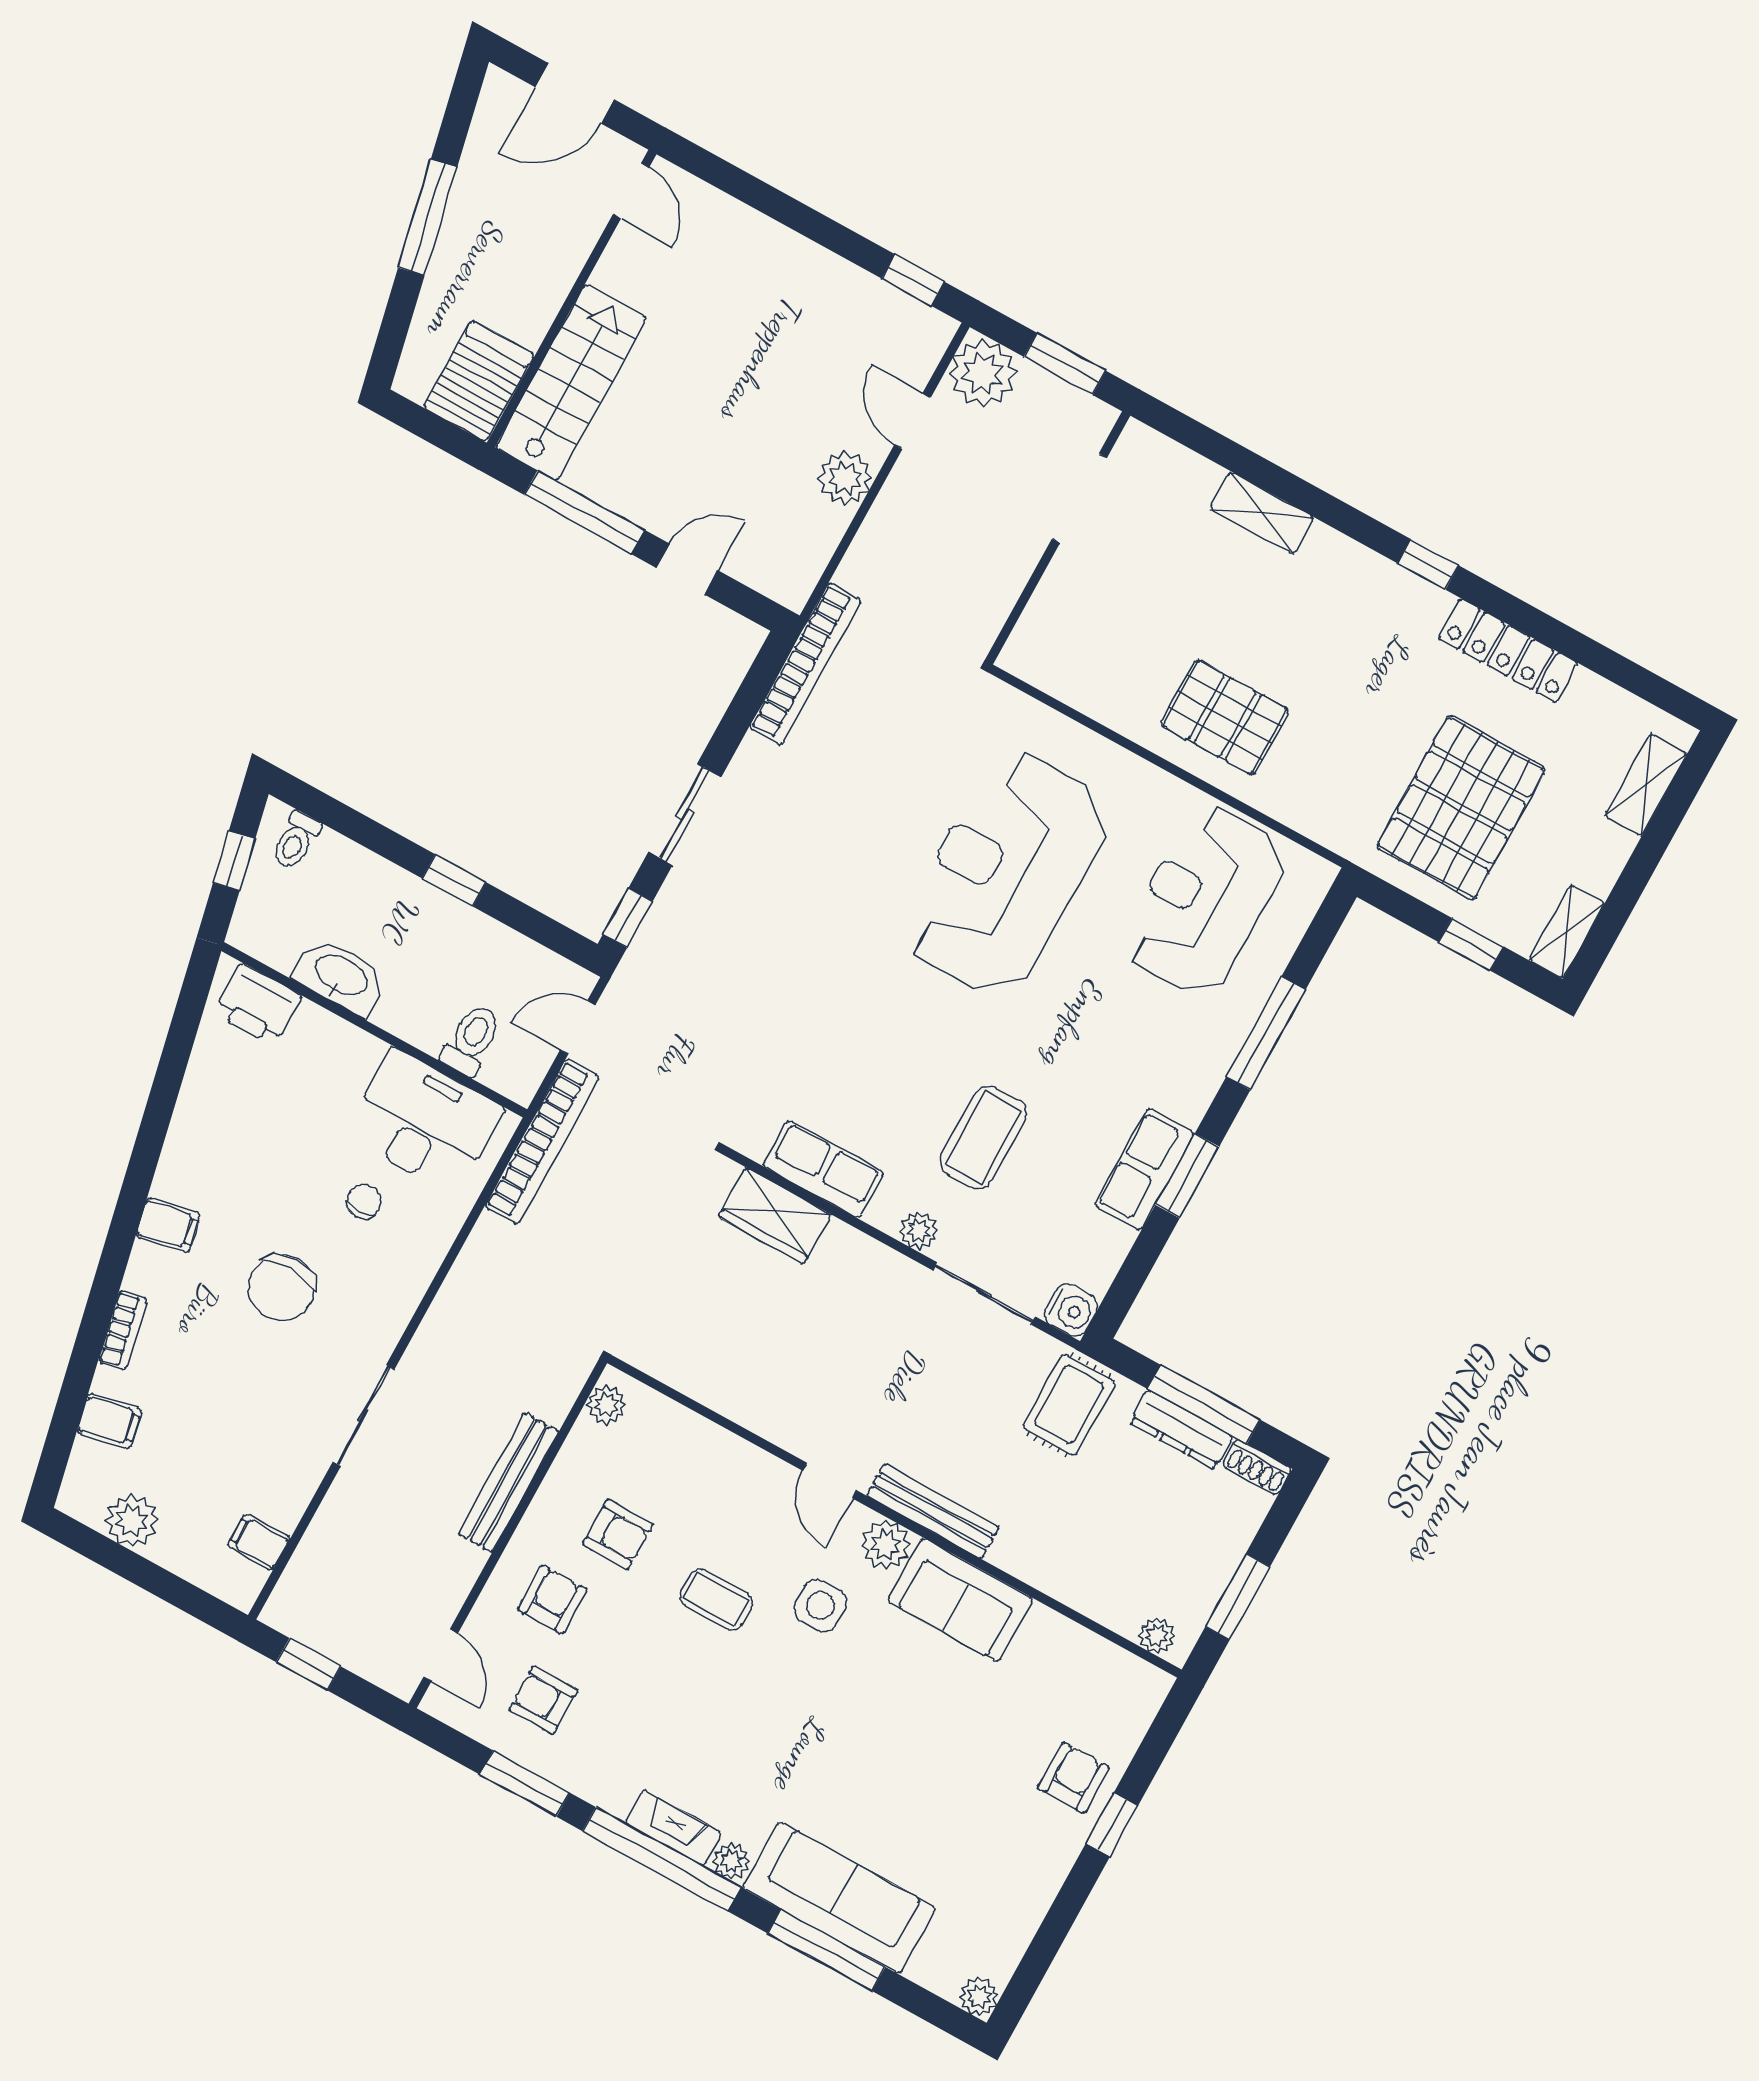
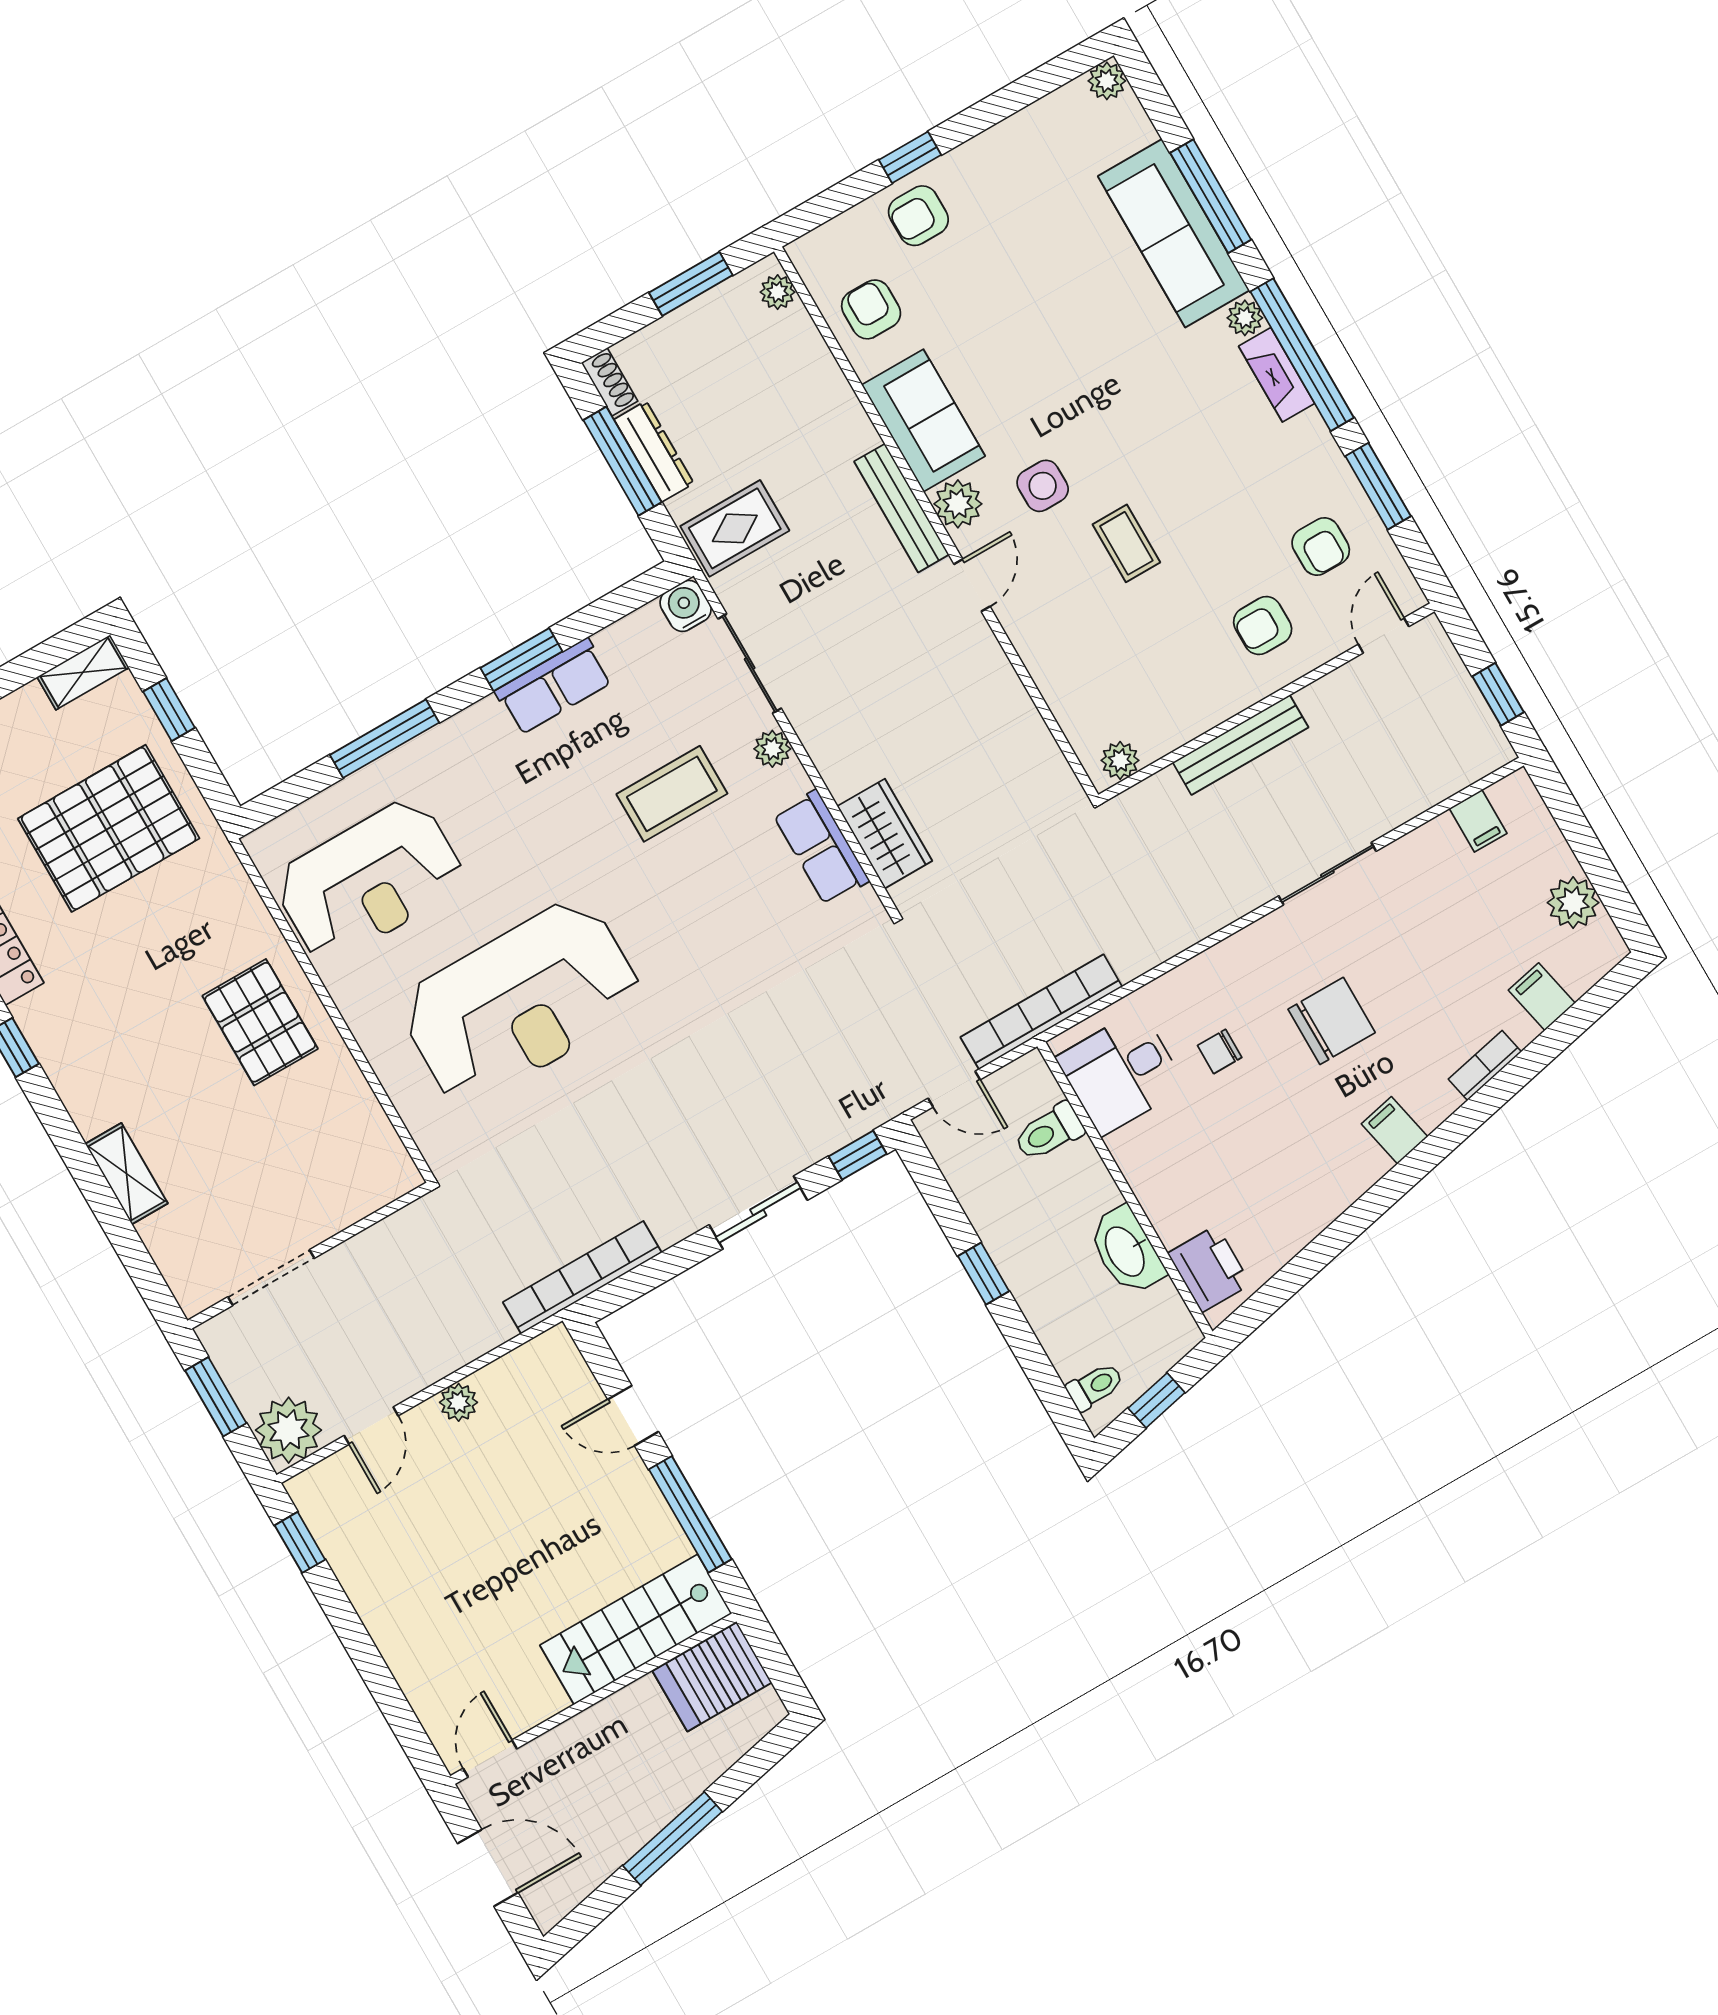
plant: (845, 478) -> (459, 1402), width x0.73, depth x0.73
desk: (424, 1122) -> (1121, 1072), width x0.73
armchair: (618, 1534) -> (871, 309), moved

